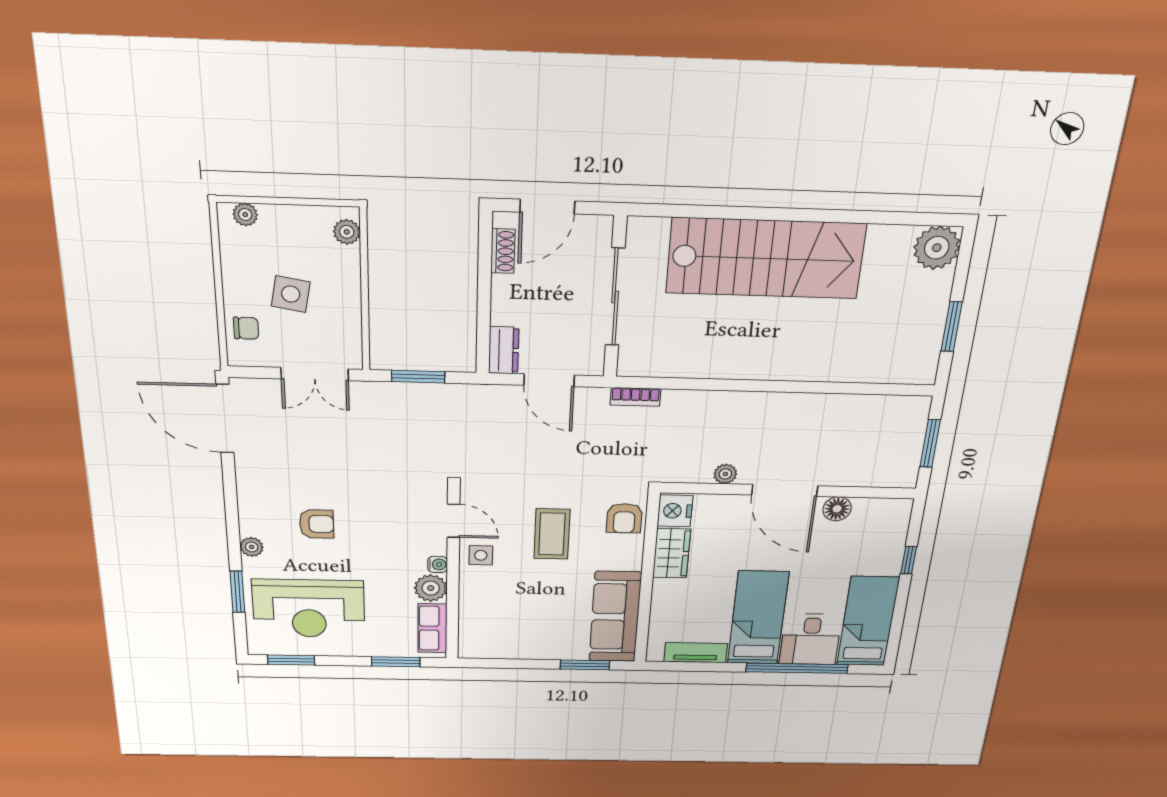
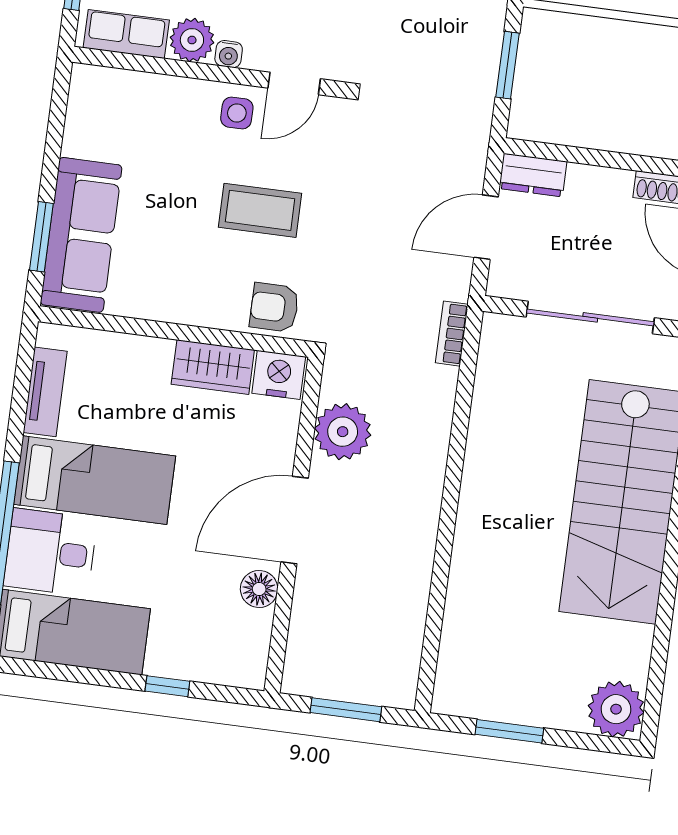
plant: (725, 474) -> (343, 432), width x1.88, depth x1.88
sofa: (615, 617) -> (81, 235), moved, turned 90

